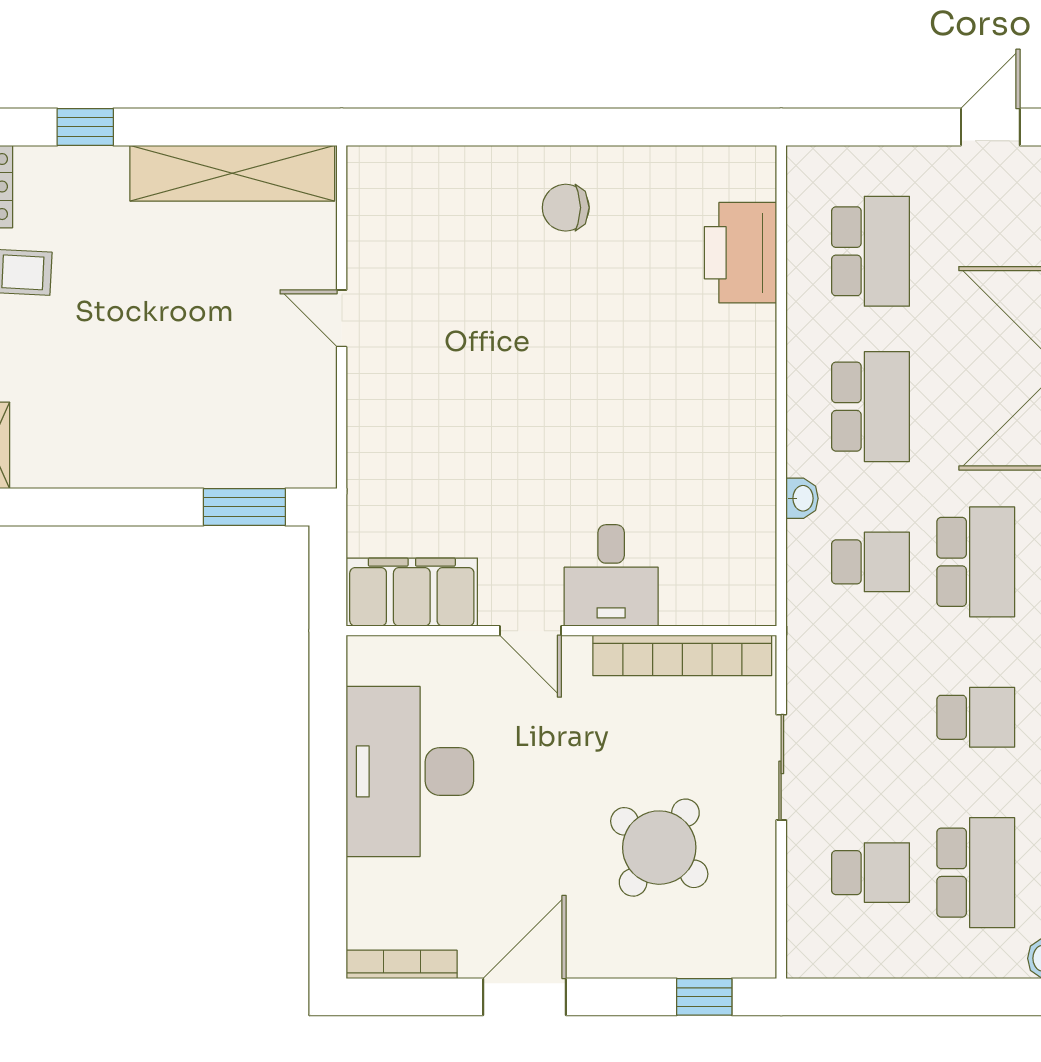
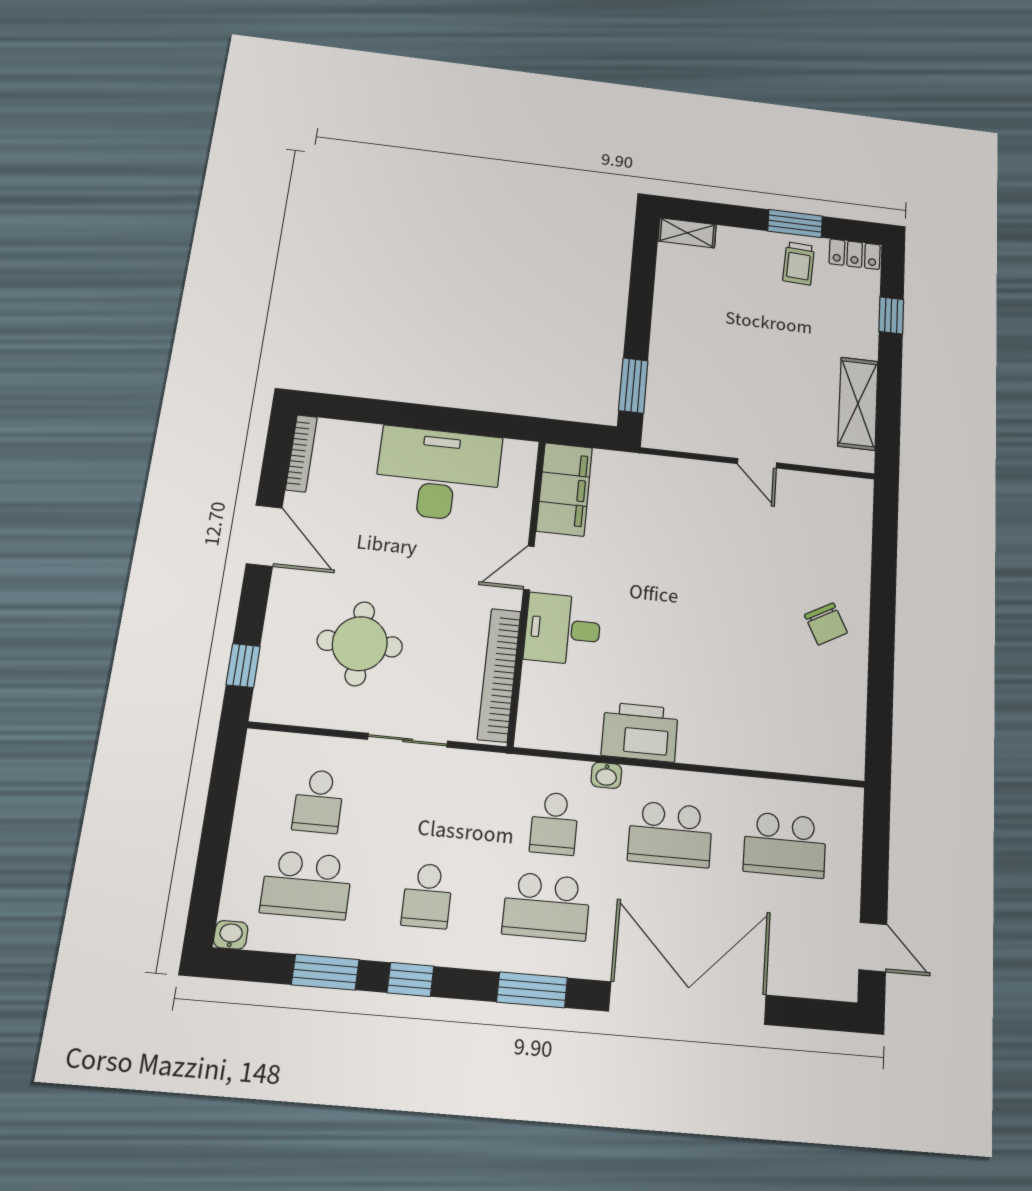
shelving: (232, 173) -> (858, 404), width x0.68
chair: (566, 208) -> (826, 624), turned 152
printer: (741, 253) -> (640, 732), moved
door: (342, 318) -> (757, 463), swing flipped
round table: (659, 848) -> (360, 644), turned -37

